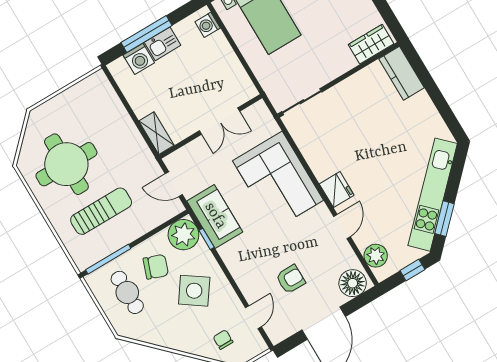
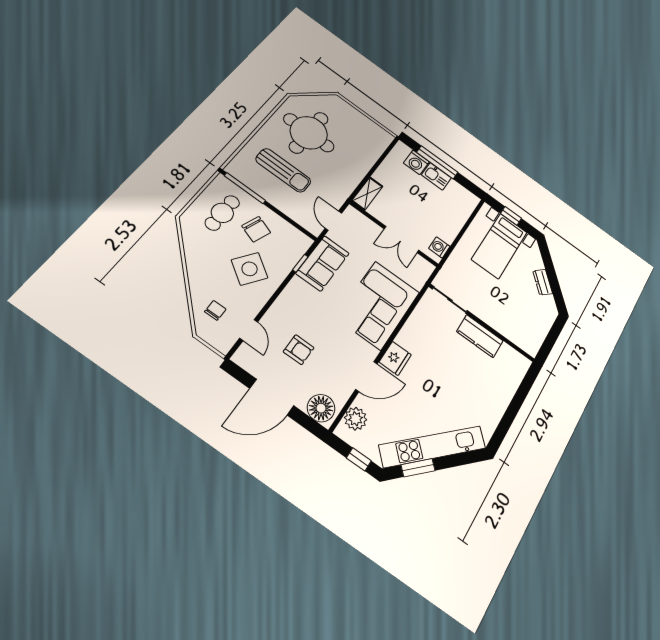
washing machine: (208, 25) -> (439, 247), moved
wardrobe: (371, 44) -> (522, 338), removed
kitchen counter: (401, 73) -> (480, 336), moved, turned -90
door: (342, 226) -> (366, 377), width x1.38
plant: (183, 235) -> (295, 243), removed
door: (253, 317) -> (249, 330), hinge flipped

